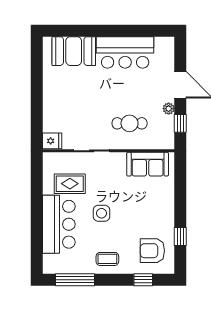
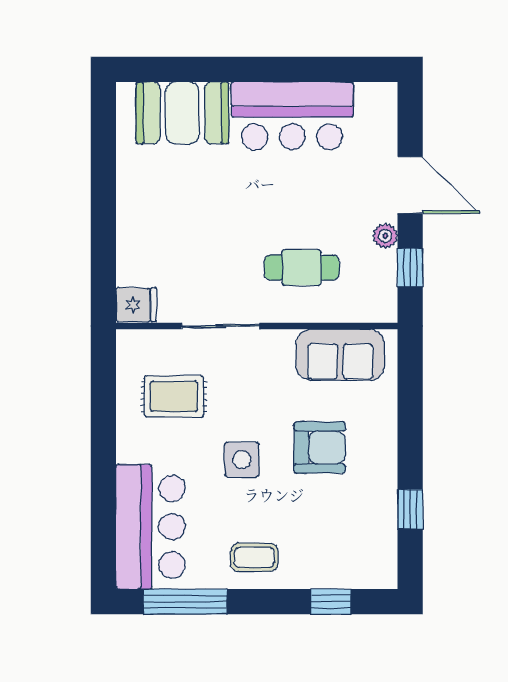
bar counter: (59, 224) -> (151, 527), moved
armchair: (152, 251) -> (320, 448), moved, turned 180

